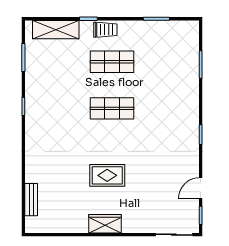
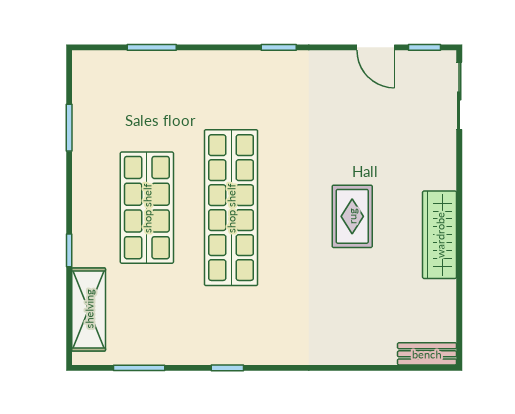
trolley: (105, 30) -> (89, 220), removed
shop shelf: (112, 62) -> (147, 208), width x1.43, depth x1.36
shop shelf: (112, 108) -> (231, 208), width x2.00, depth x1.36
bench: (31, 200) -> (427, 354), moved
wardrobe: (105, 224) -> (440, 235), width x1.50

